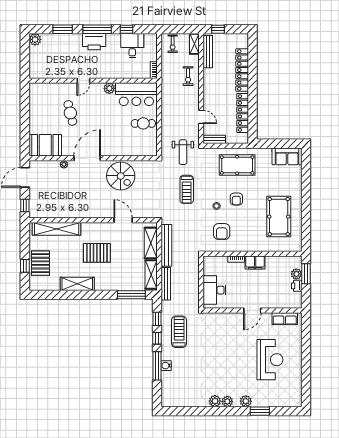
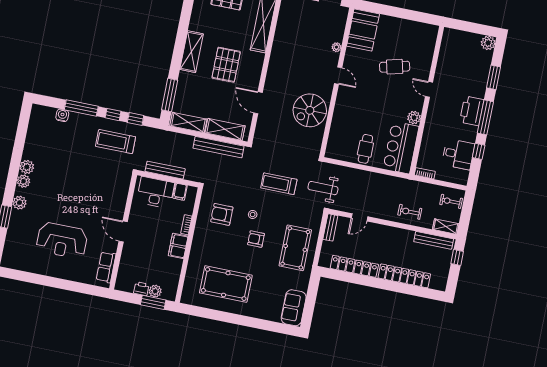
door: (87, 158) -> (338, 76), width x0.53
door: (123, 220) -> (258, 103), swing flipped
filing cabinet: (210, 270) -> (180, 192), added
shelving: (77, 284) -> (192, 52), moved
bench: (166, 284) -> (165, 170), moved
treadmill: (179, 332) -> (116, 142), turned 180
water cooler: (166, 366) -> (62, 115), moved

